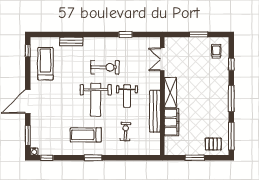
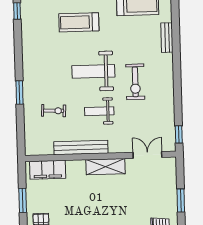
window: (126, 34) -> (179, 134), moved
filing cabinet: (172, 122) -> (48, 170), moved
treadmill: (86, 135) -> (79, 22), moved, turned -90
window: (93, 158) -> (20, 92), moved

